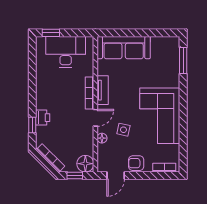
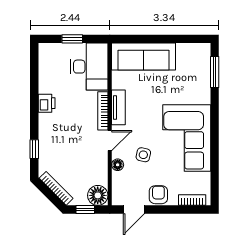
window: (51, 33) -> (72, 39), moved
desk: (66, 52) -> (89, 67), moved, turned 90
printer: (43, 118) -> (47, 103), moved
armchair: (136, 163) -> (158, 195), turned 90

